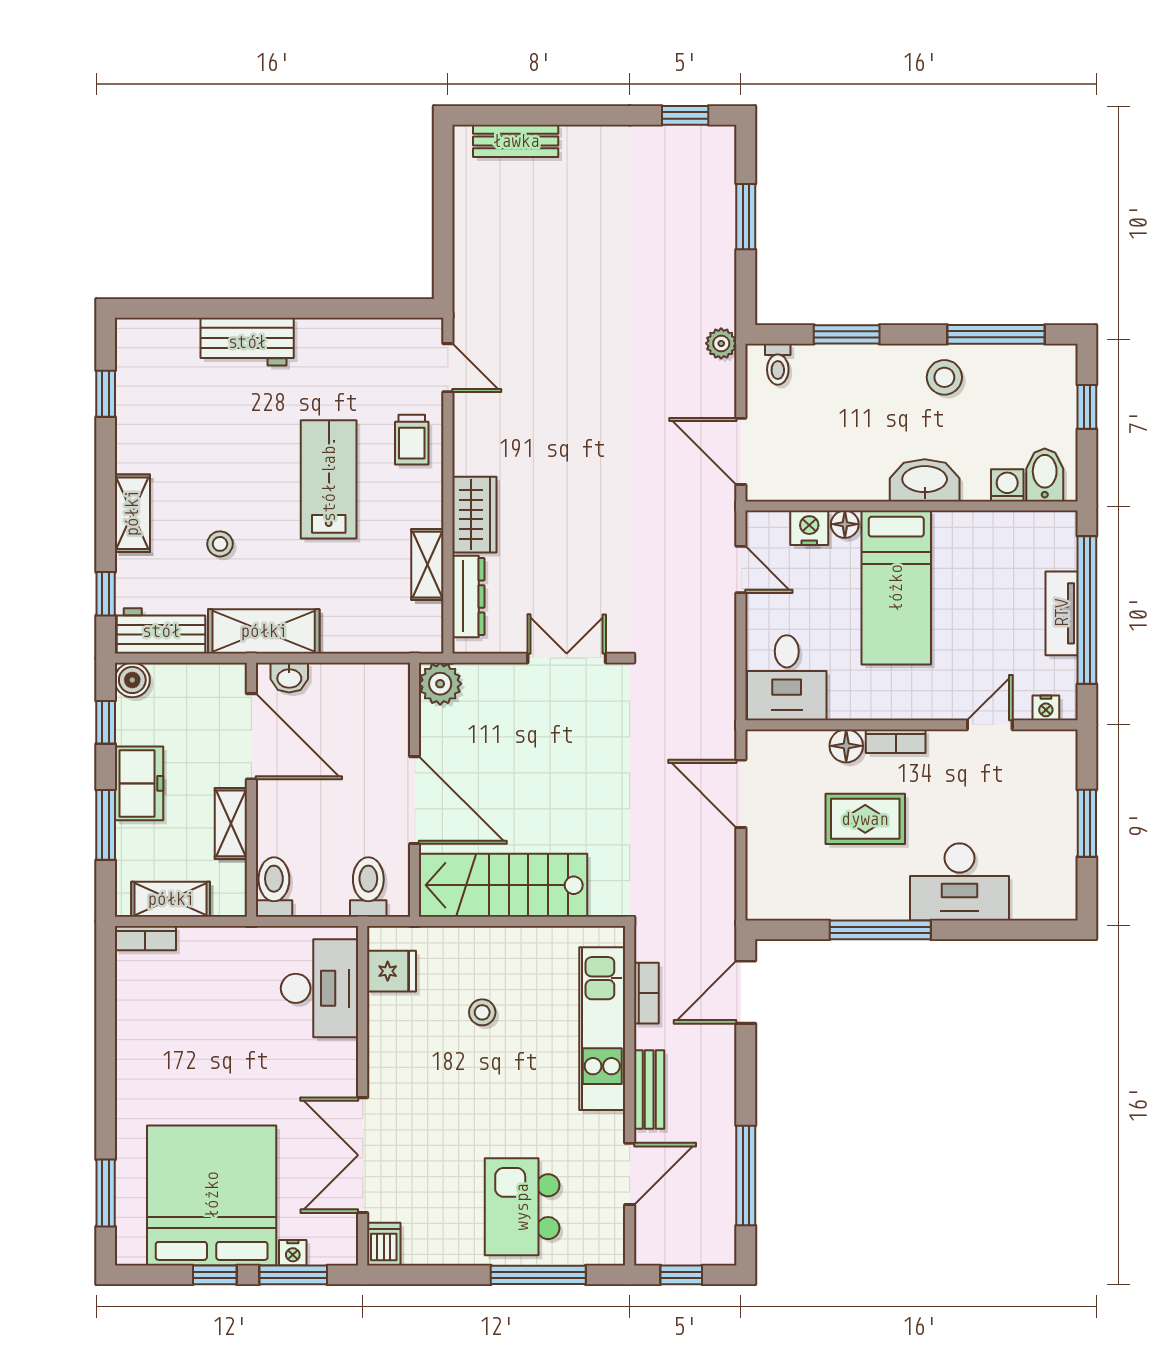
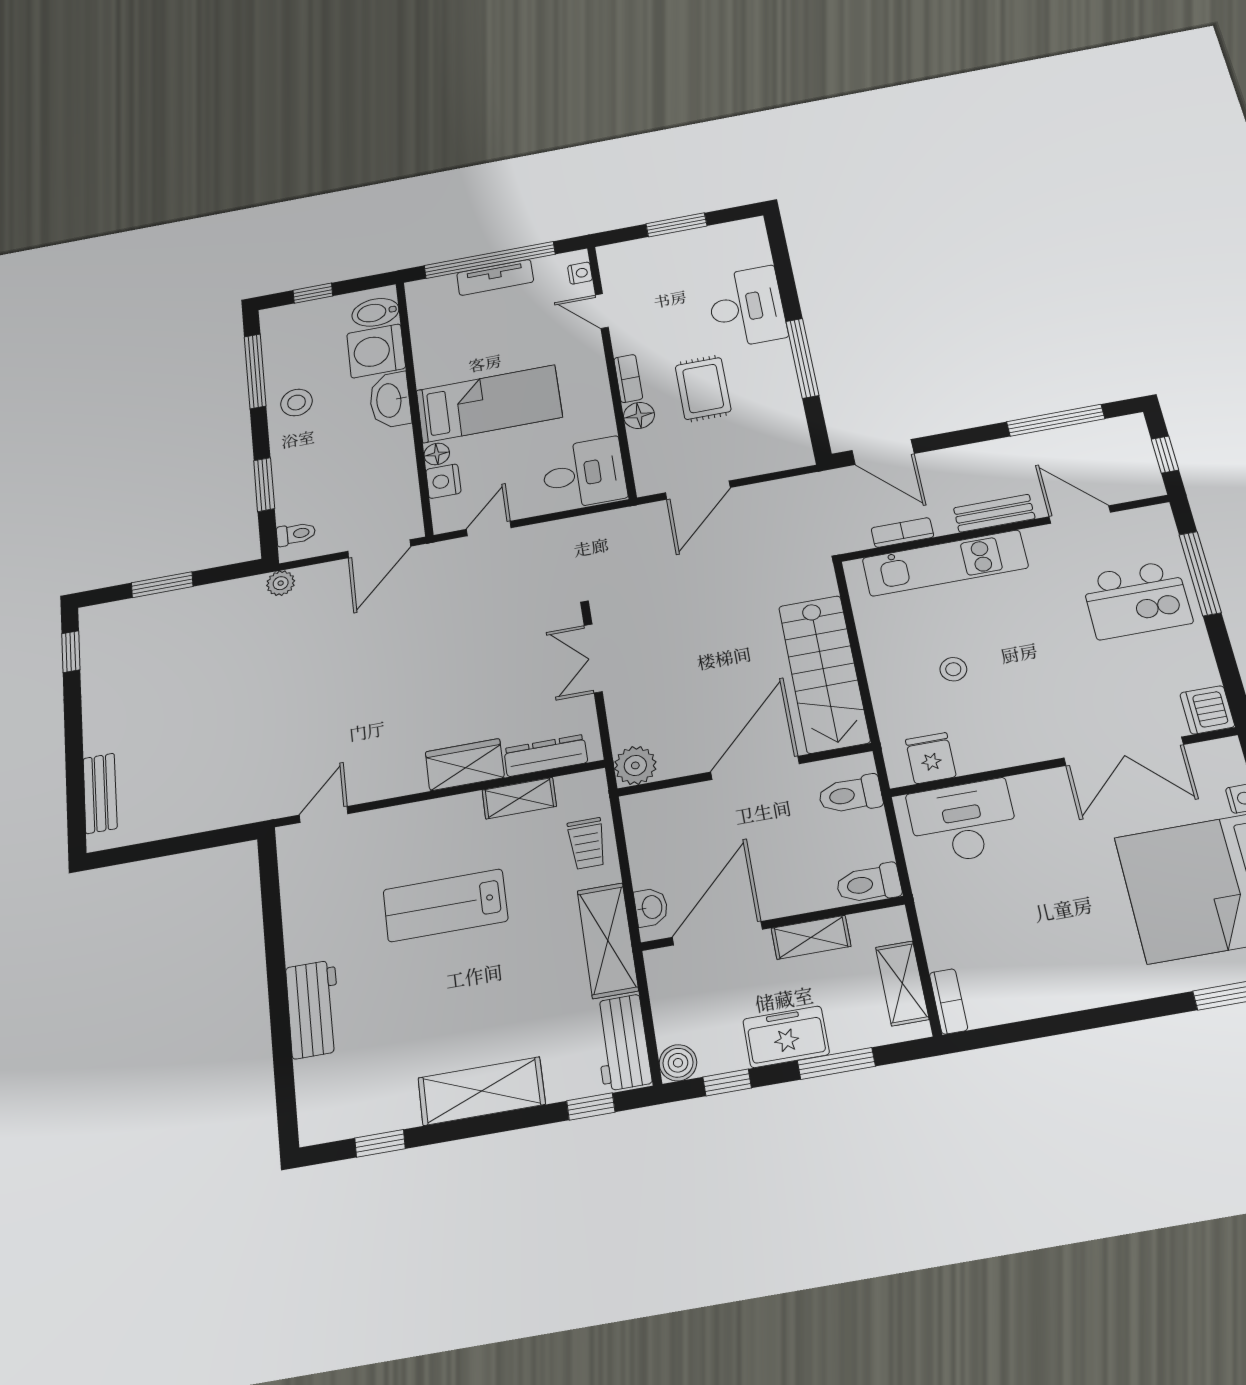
trolley: (412, 440) -> (587, 843), moved, turned 90
washing machine: (1007, 485) -> (376, 351), width x1.89, depth x1.89
shelving: (132, 513) -> (482, 1091), width x1.50, depth x1.33
stool: (220, 544) -> (524, 999), removed
dishwasher: (384, 1244) -> (1207, 710), width x1.38

